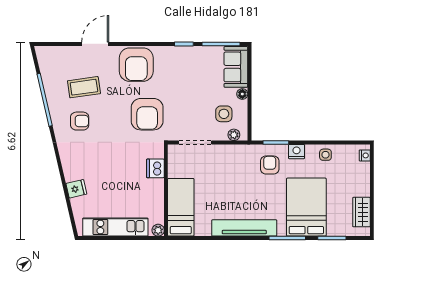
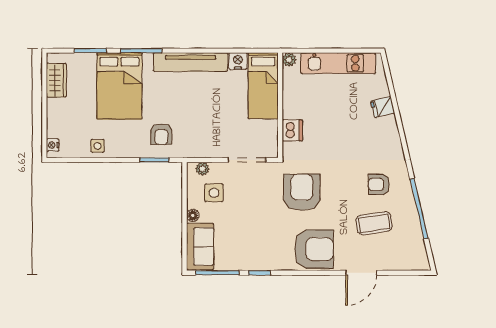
armchair: (136, 65) -> (314, 249), turned 90
nightstand: (297, 152) -> (238, 61), moved, turned 180

